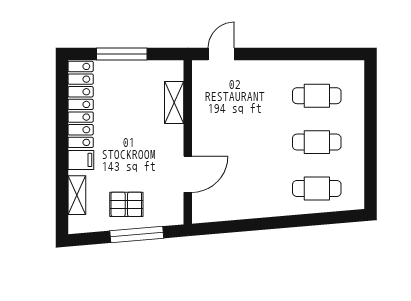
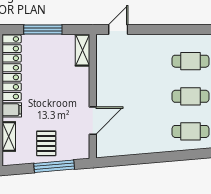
shelving: (174, 103) -> (83, 50), moved
pallet: (126, 204) -> (46, 143), turned 90

